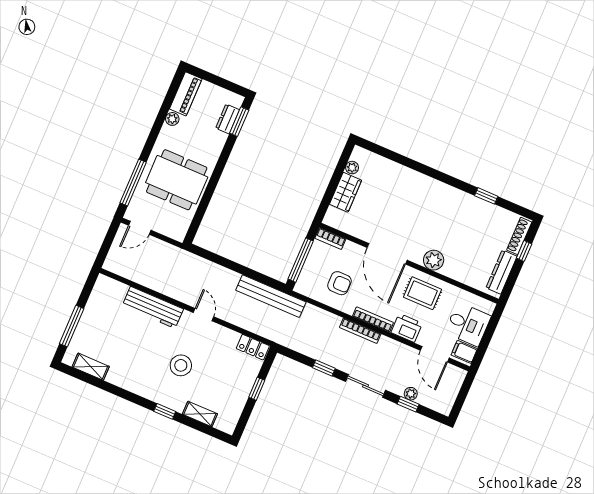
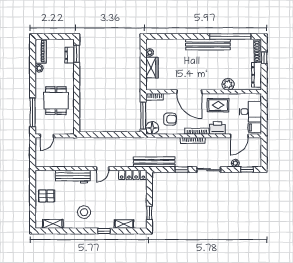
dining table: (177, 180) -> (56, 101), width x0.73
bench: (447, 194) -> (208, 45), added
window: (486, 196) -> (230, 36), width x3.17
plant: (434, 260) -> (228, 84), moved
floor lamp: (306, 285) -> (152, 128), added
bench: (271, 296) -> (154, 162), moved
door: (204, 315) -> (103, 169), swing flipped
pallet: (100, 320) -> (47, 196), added
window: (72, 326) -> (33, 206), removed
locker: (253, 347) -> (132, 175), width x1.53
door: (435, 354) -> (239, 136), hinge flipped
stool: (181, 365) -> (84, 212), moved
window: (257, 389) -> (149, 213), moved
window: (408, 404) -> (247, 170), moved

